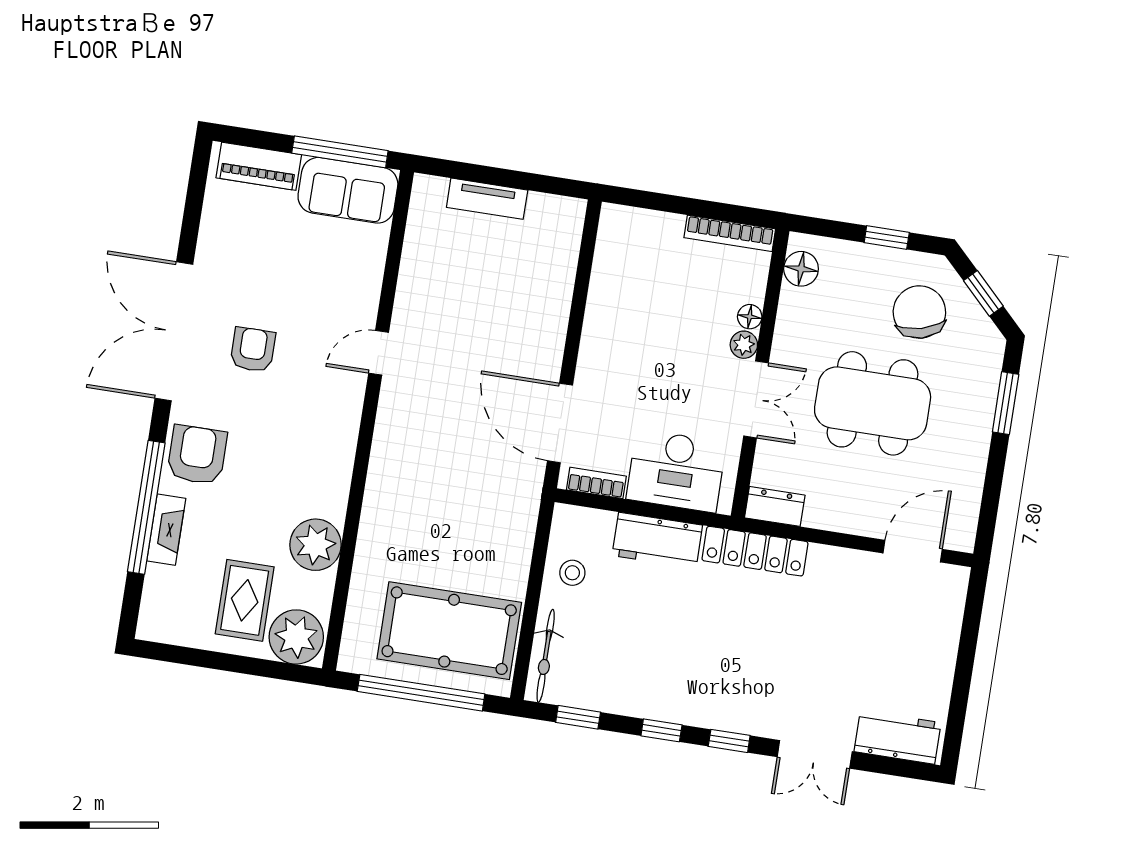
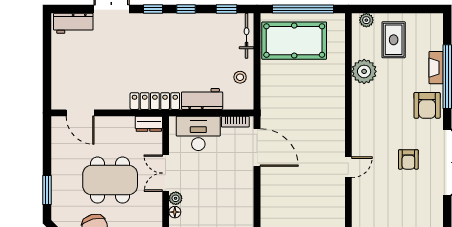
door: (913, 551) -> (80, 113), hinge flipped
plant: (296, 637) -> (366, 20), width x0.53, depth x0.53

